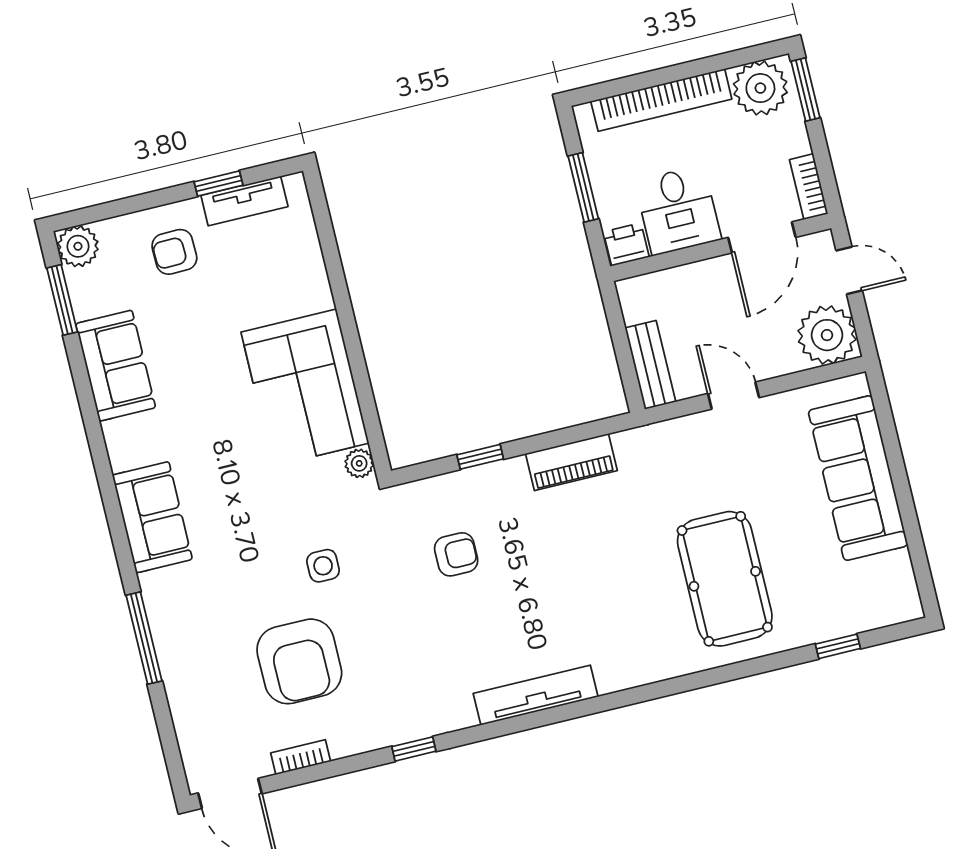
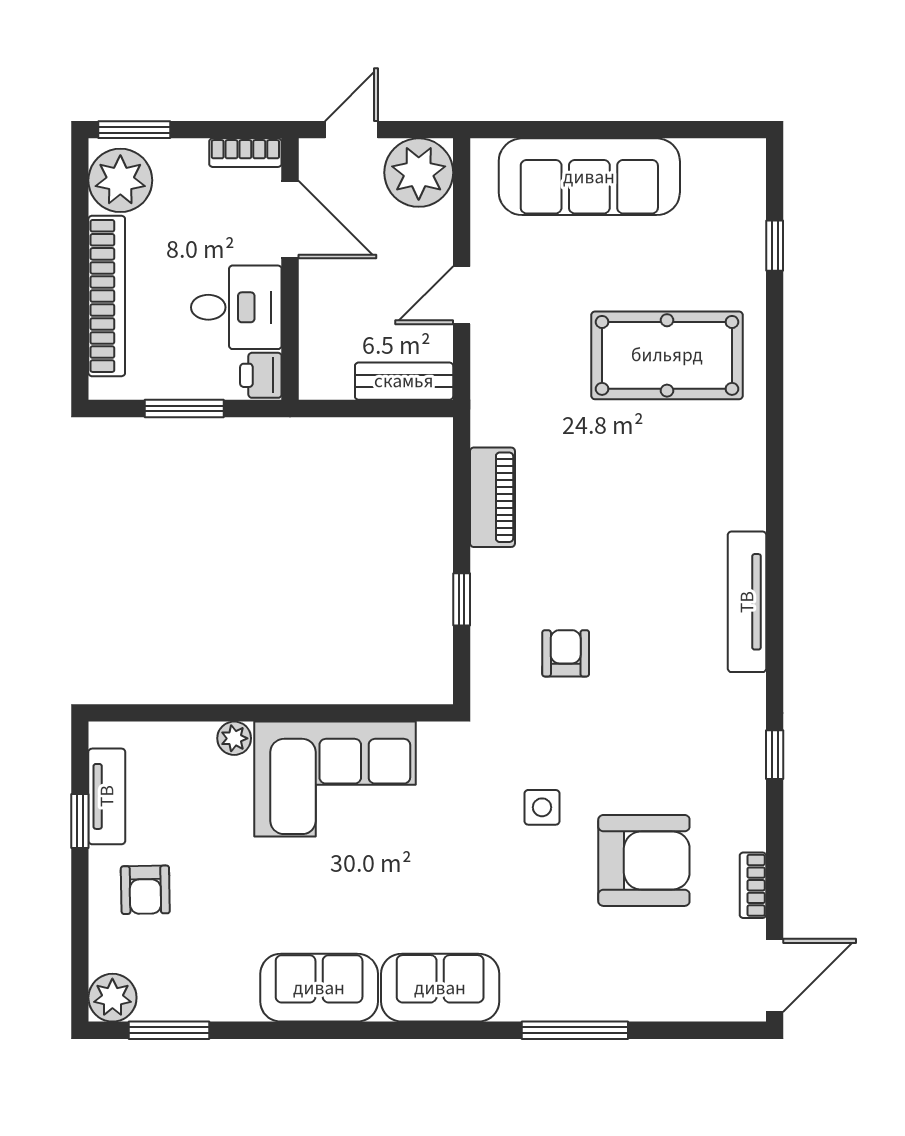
sofa: (116, 366) -> (319, 988), moved
plant: (359, 463) -> (234, 738), moved

